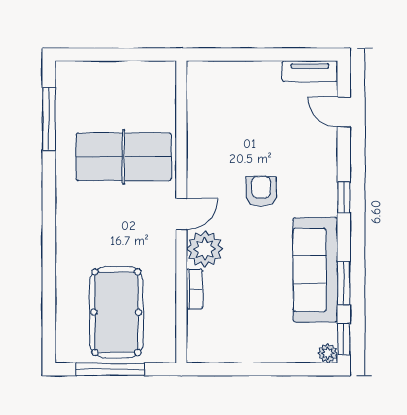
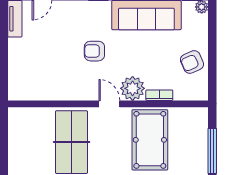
pool table: (116, 312) -> (150, 140), moved, turned 90
armchair: (245, 339) -> (192, 62), added

